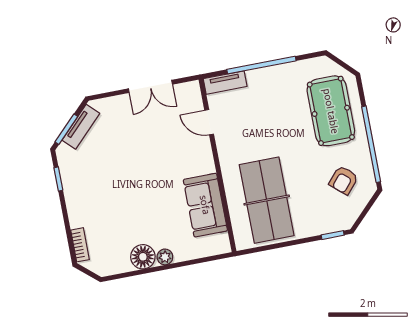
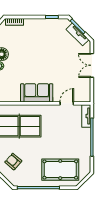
double door: (150, 86) -> (92, 65), moved
armchair: (344, 180) -> (13, 162), moved
sofa: (205, 205) -> (37, 93), moved

